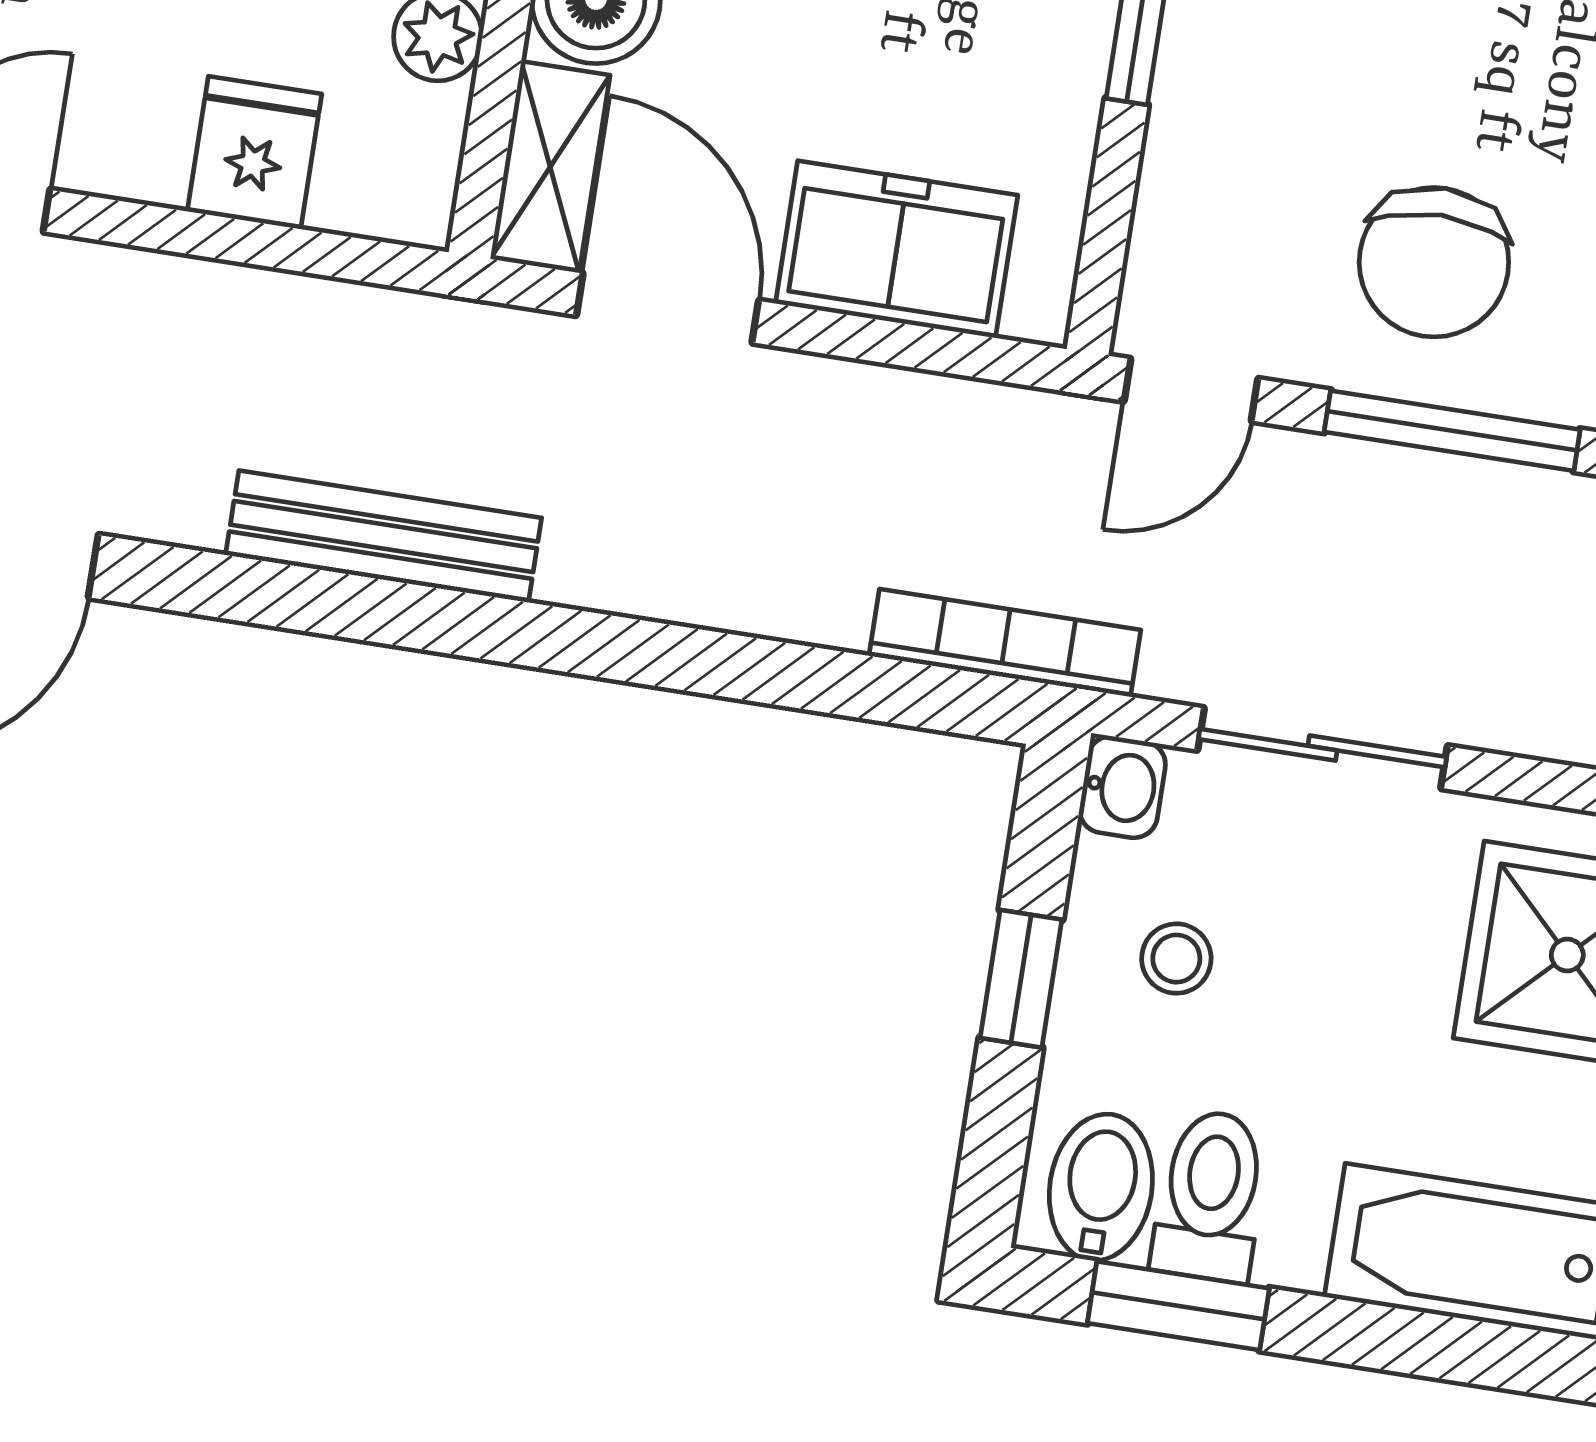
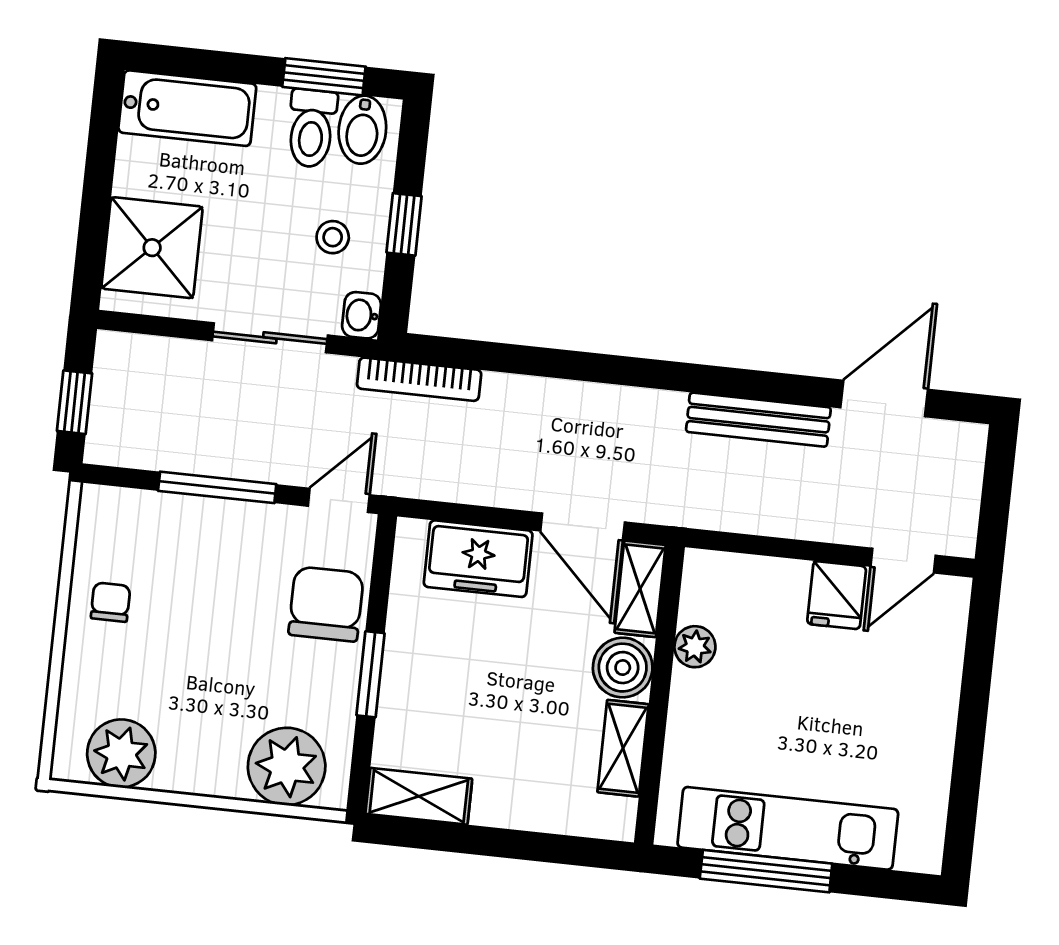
fridge: (254, 153) -> (837, 595), moved
chair: (1434, 262) -> (326, 604), moved
bench: (384, 537) -> (758, 420), moved

